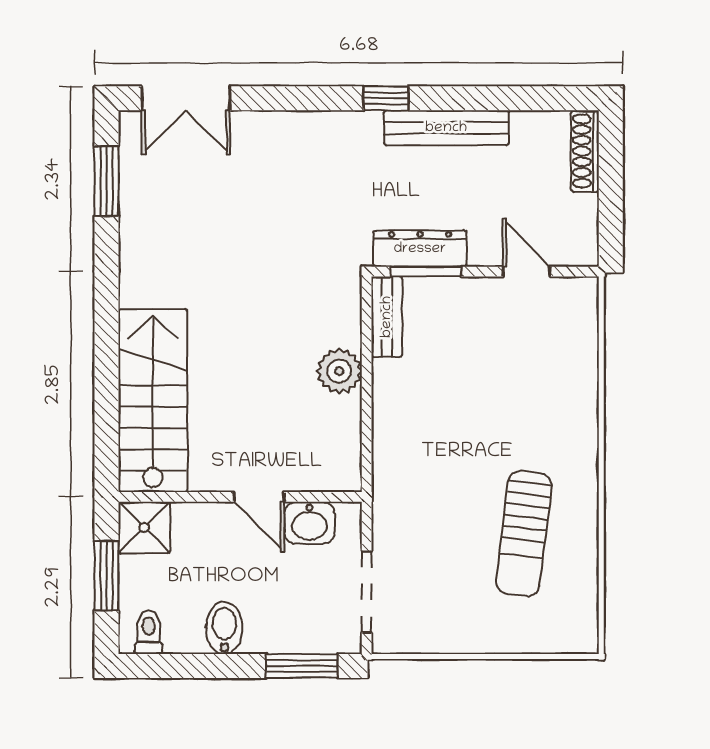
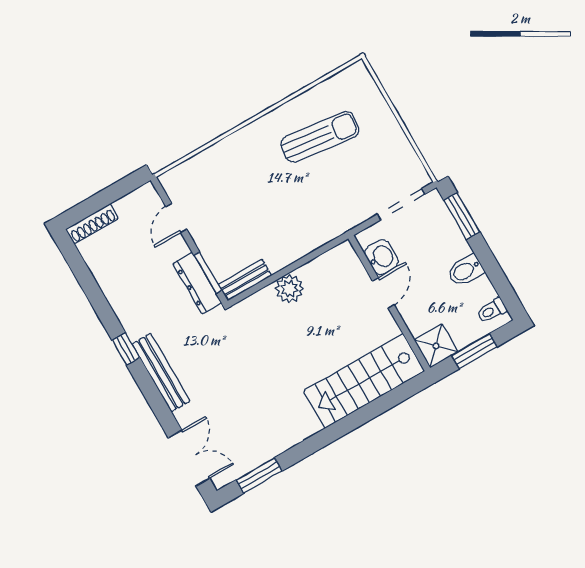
bench: (446, 128) -> (161, 373), moved

